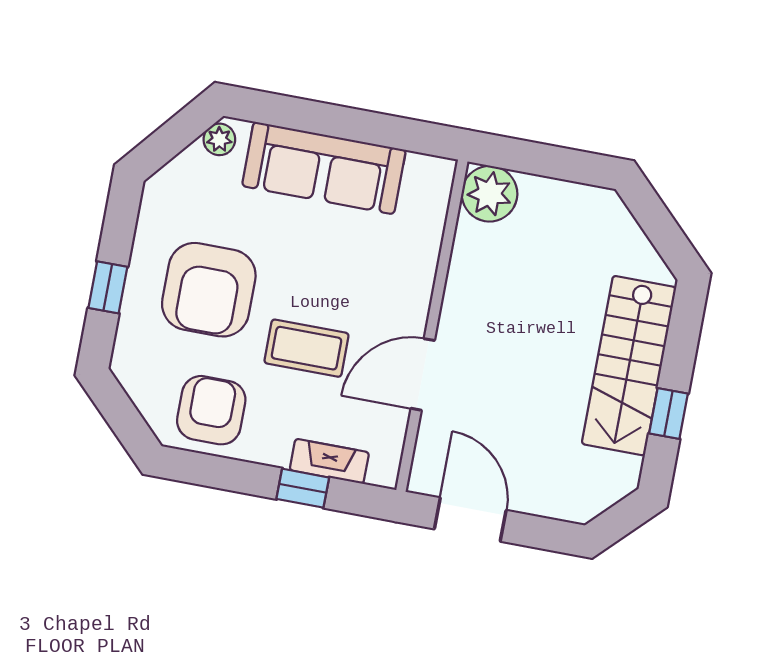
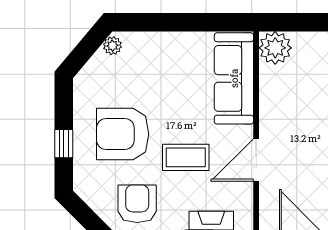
sofa: (324, 168) -> (234, 78), moved, turned 90
armchair: (209, 290) -> (123, 134), turned 90

